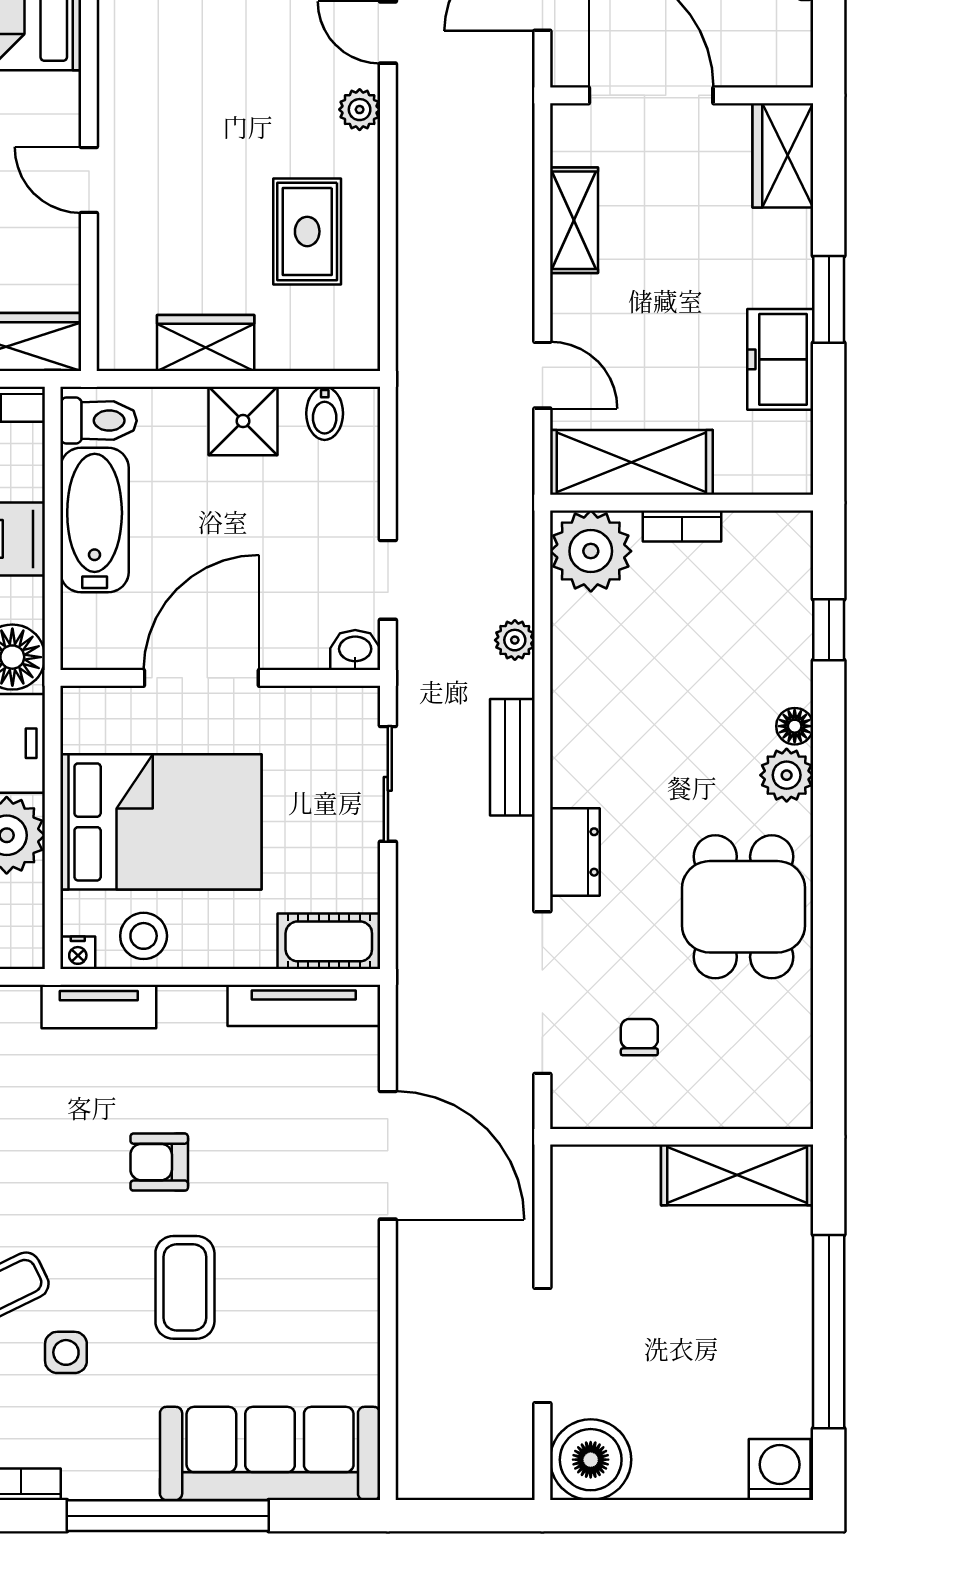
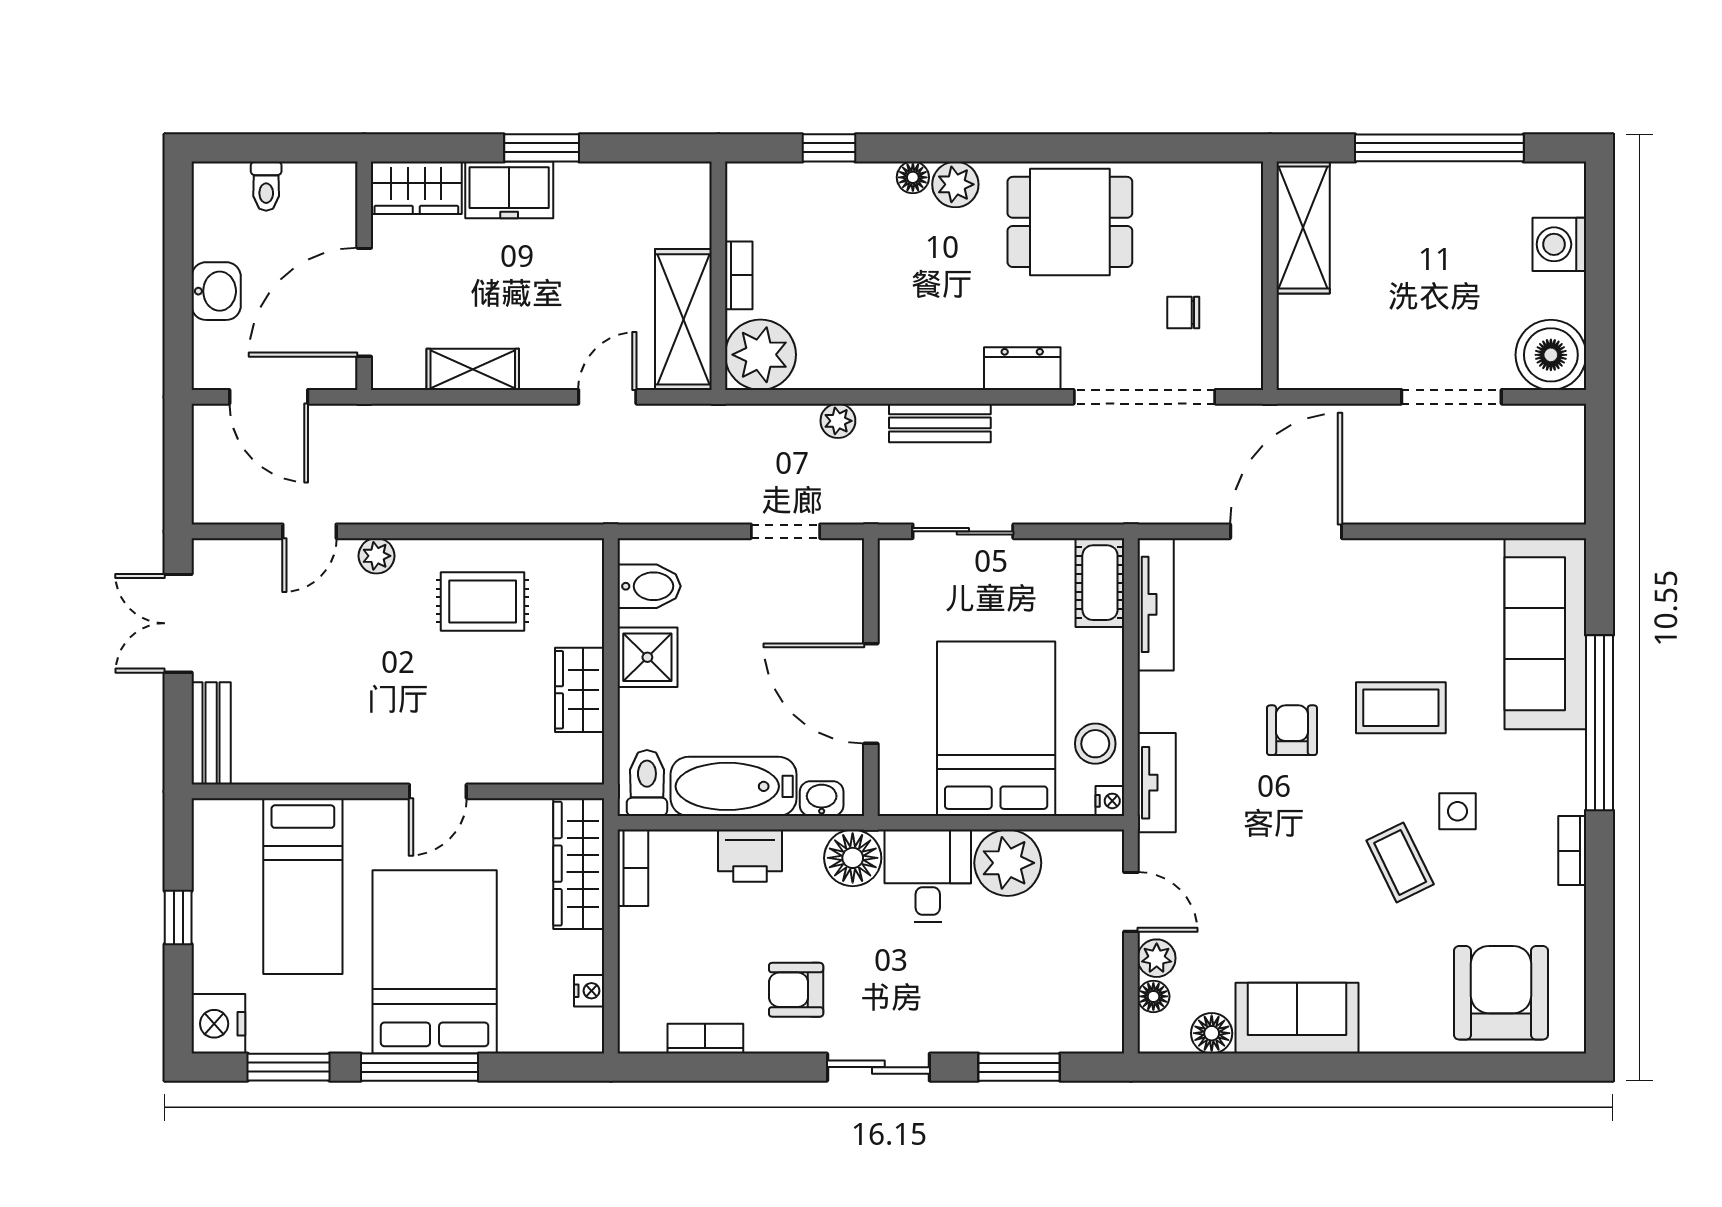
freezer: (780, 359) -> (509, 190), moved
bidet: (325, 413) -> (649, 586), width x1.38, depth x1.36
washbasin: (355, 650) -> (822, 799), moved, turned 90
armchair: (159, 1162) -> (1292, 730), turned 180
washing machine: (780, 1469) -> (1559, 244), moved

